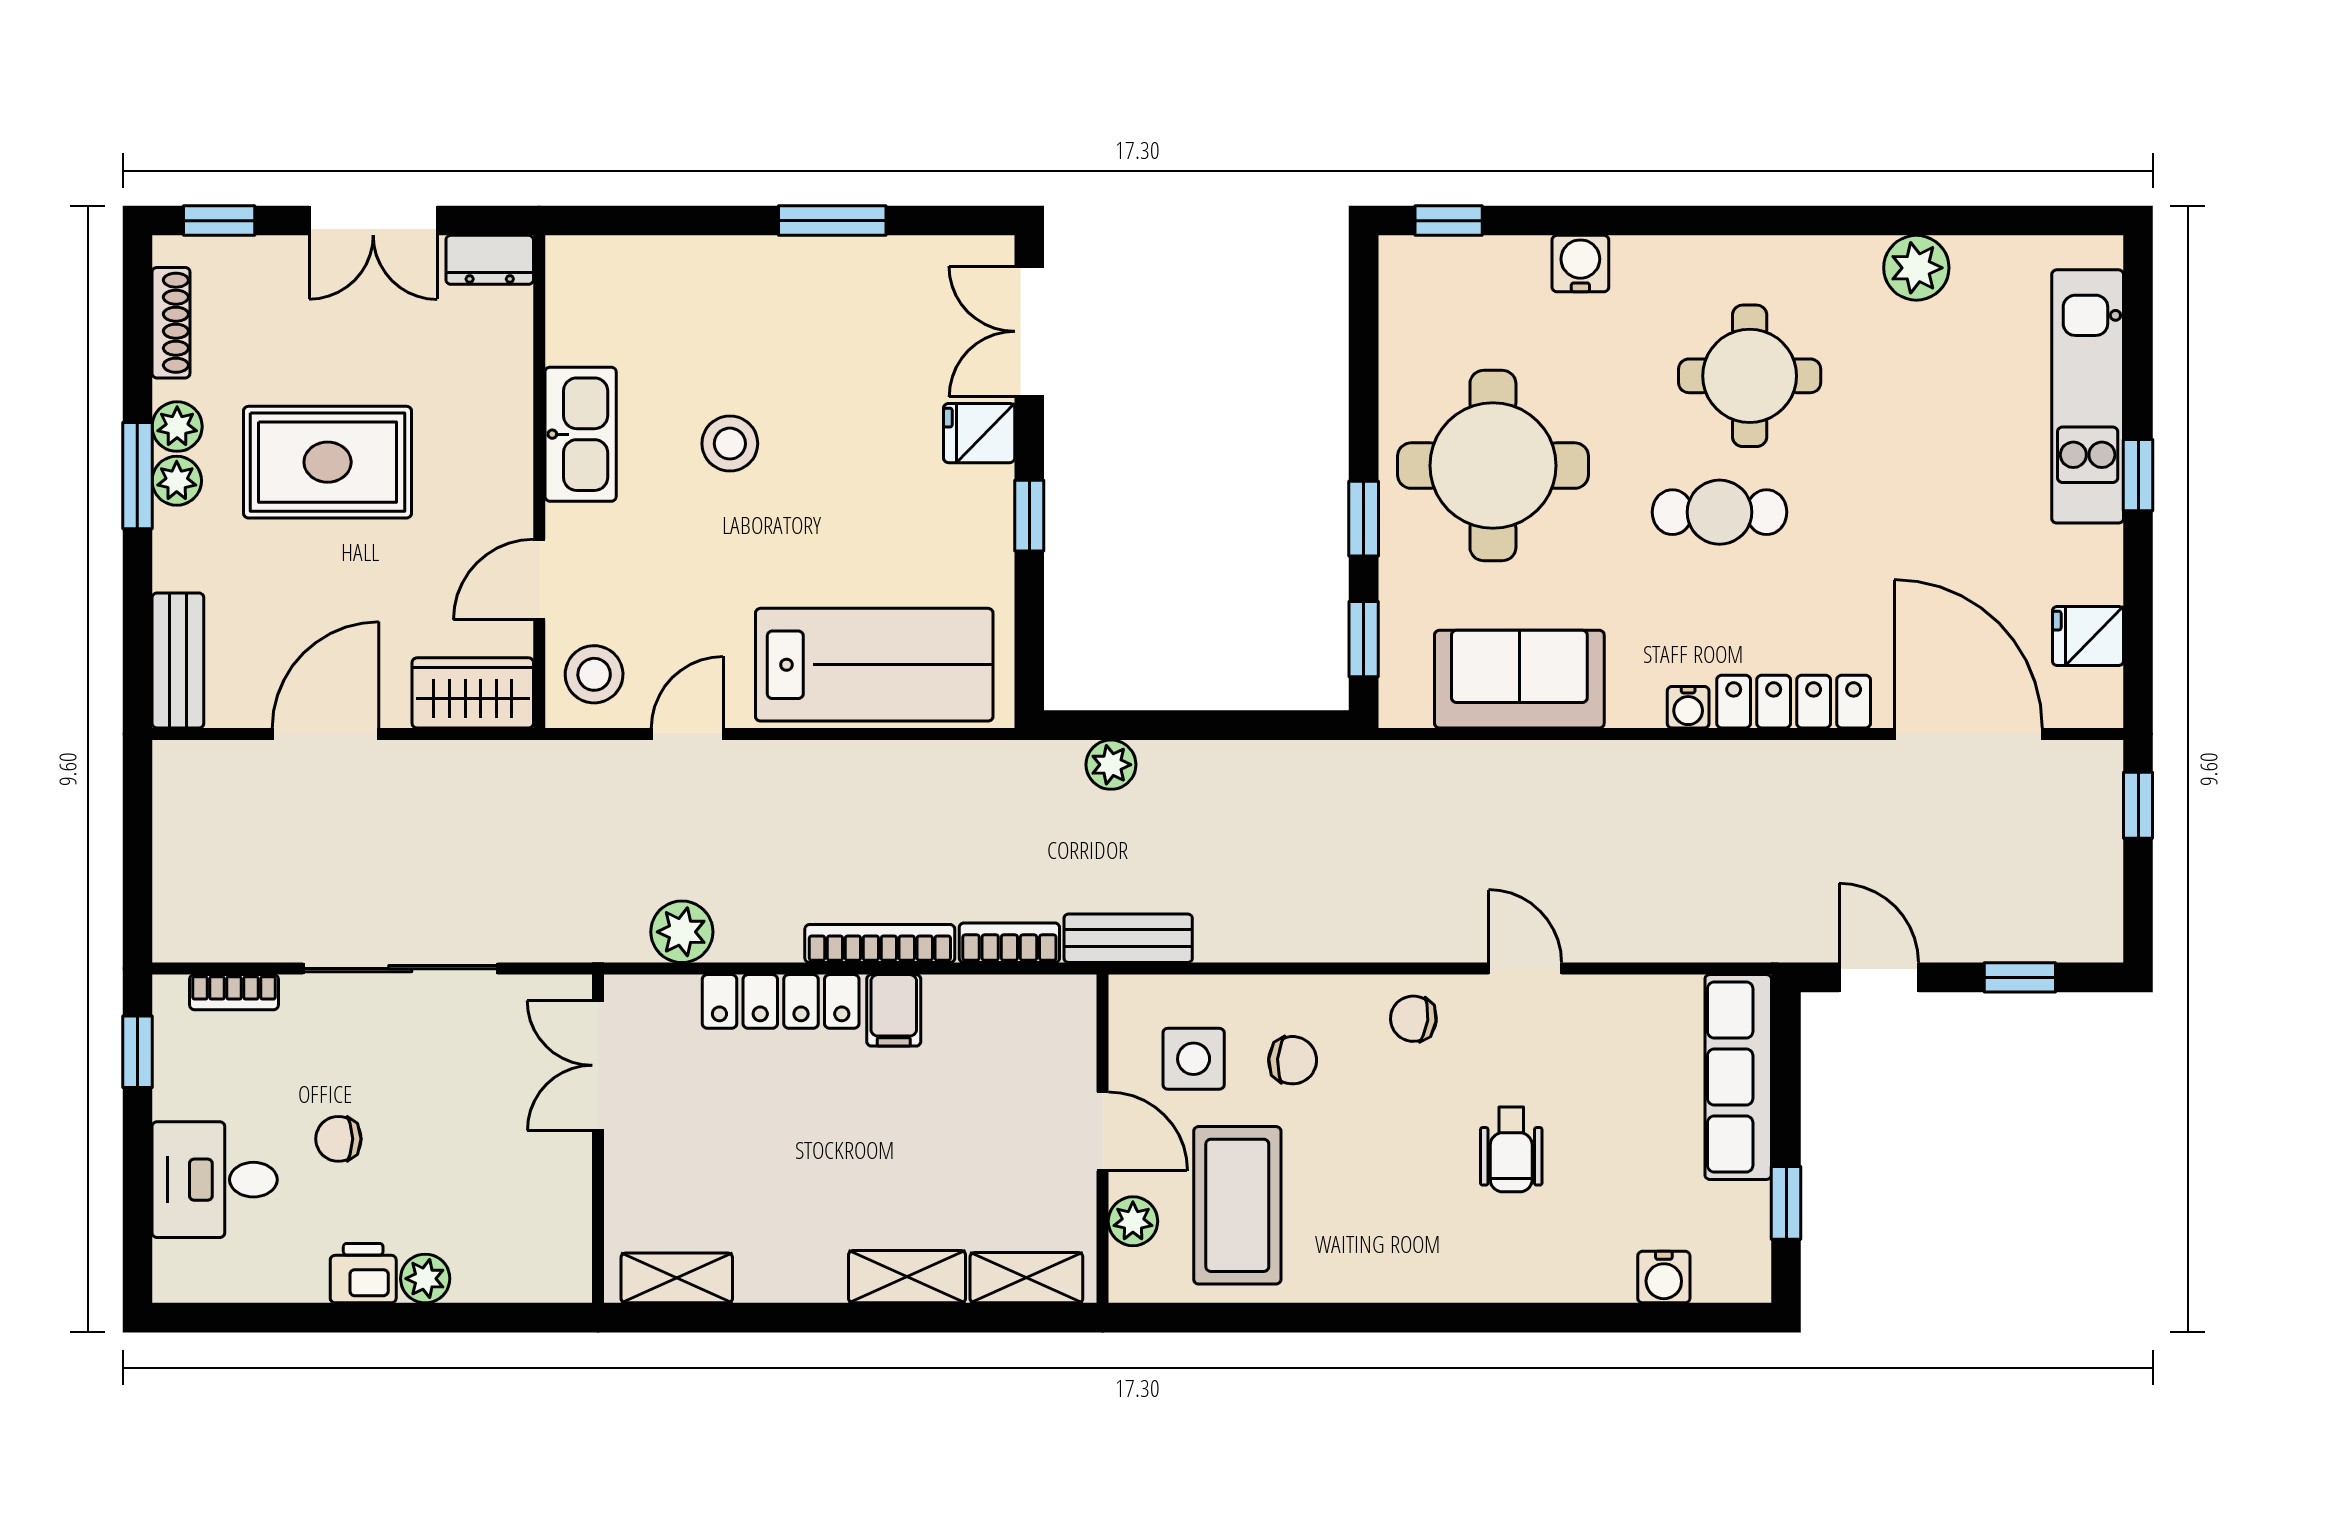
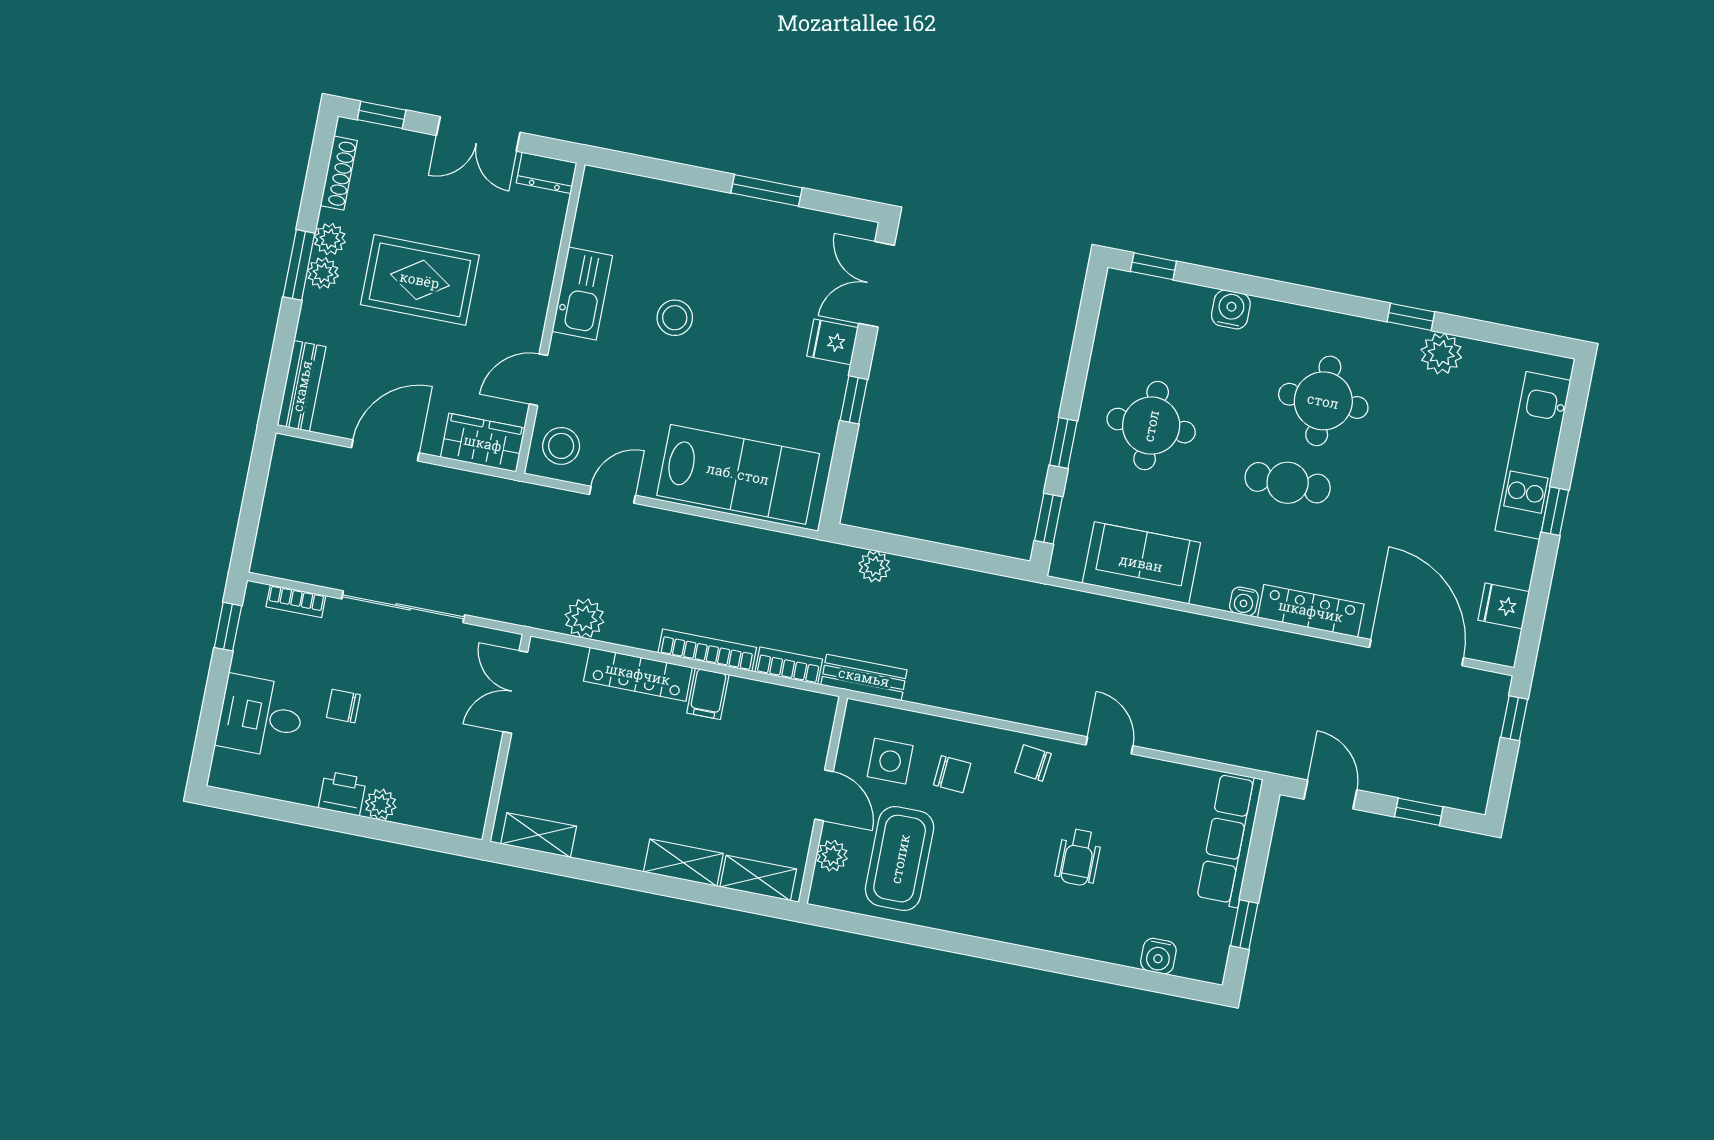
window: (1859, 221) -> (1411, 317), added
round table: (1493, 466) -> (1151, 426), width x0.73, depth x0.73

